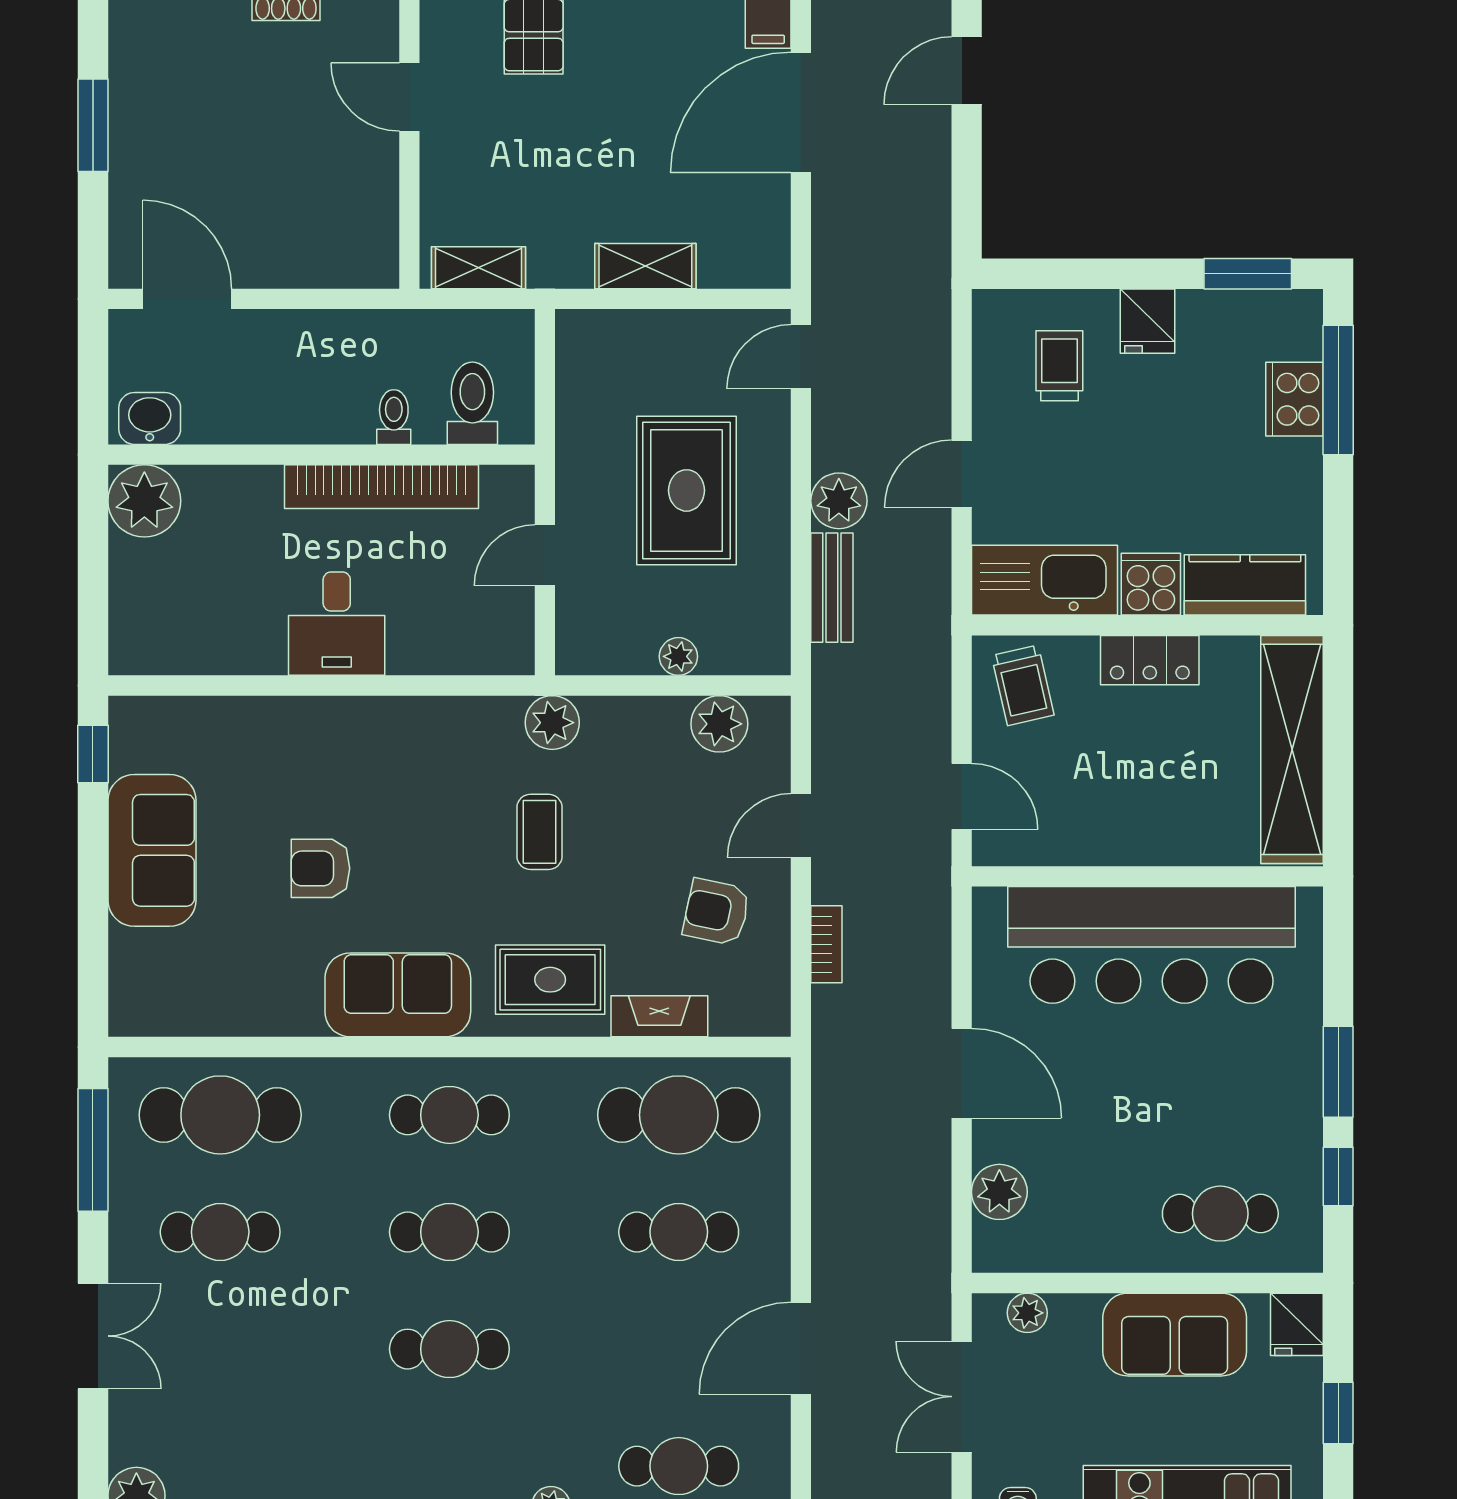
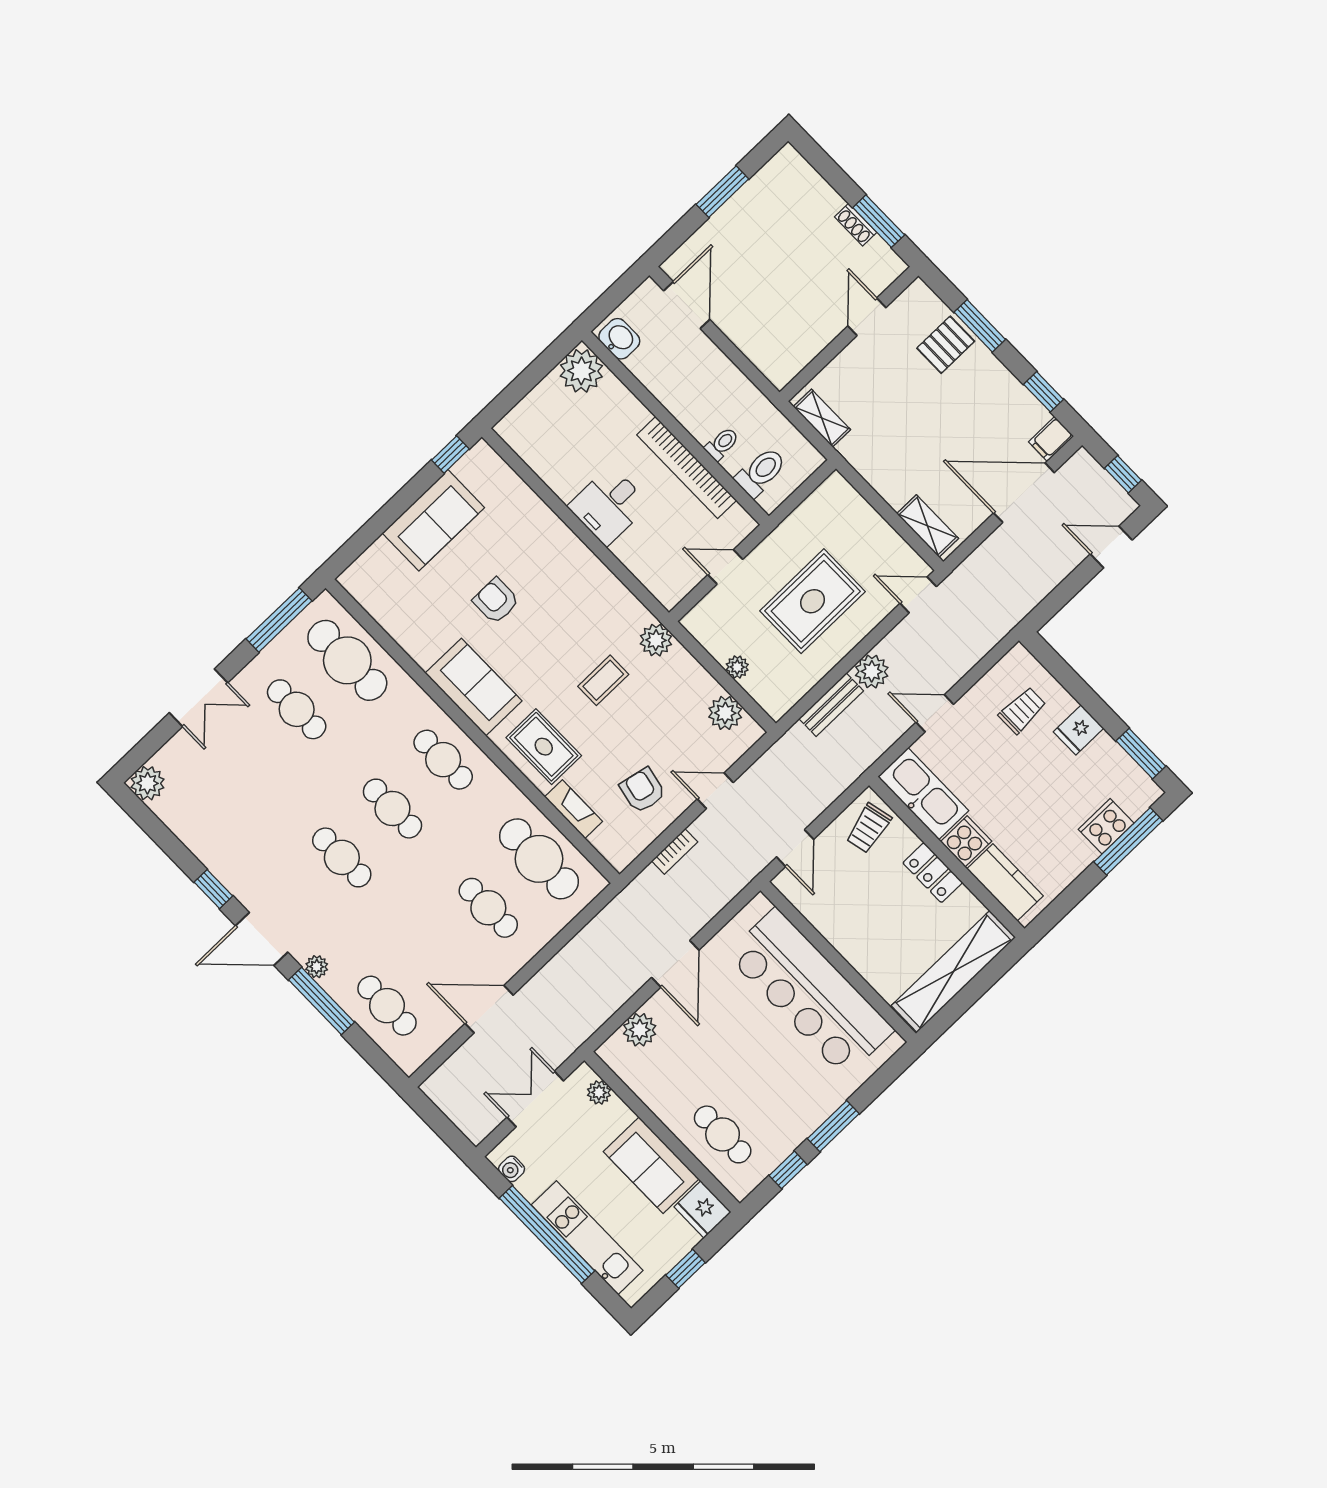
shelving: (645, 266) -> (928, 526), moved
fridge: (1297, 1324) -> (702, 1210), width x1.38

